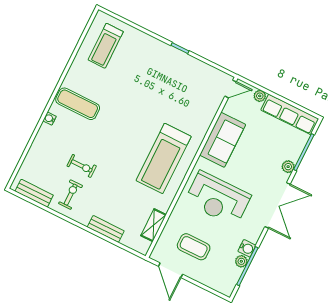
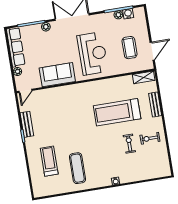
treadmill: (106, 46) -> (49, 161), moved, turned -90
door: (230, 89) -> (25, 91), swing flipped
exercise mat: (78, 104) -> (77, 168), moved
treadmill: (164, 158) -> (117, 112), moved, turned 180
bench: (34, 193) -> (27, 124), moved
shelving: (153, 225) -> (144, 77), moved
water cooler: (247, 248) -> (128, 14), moved

